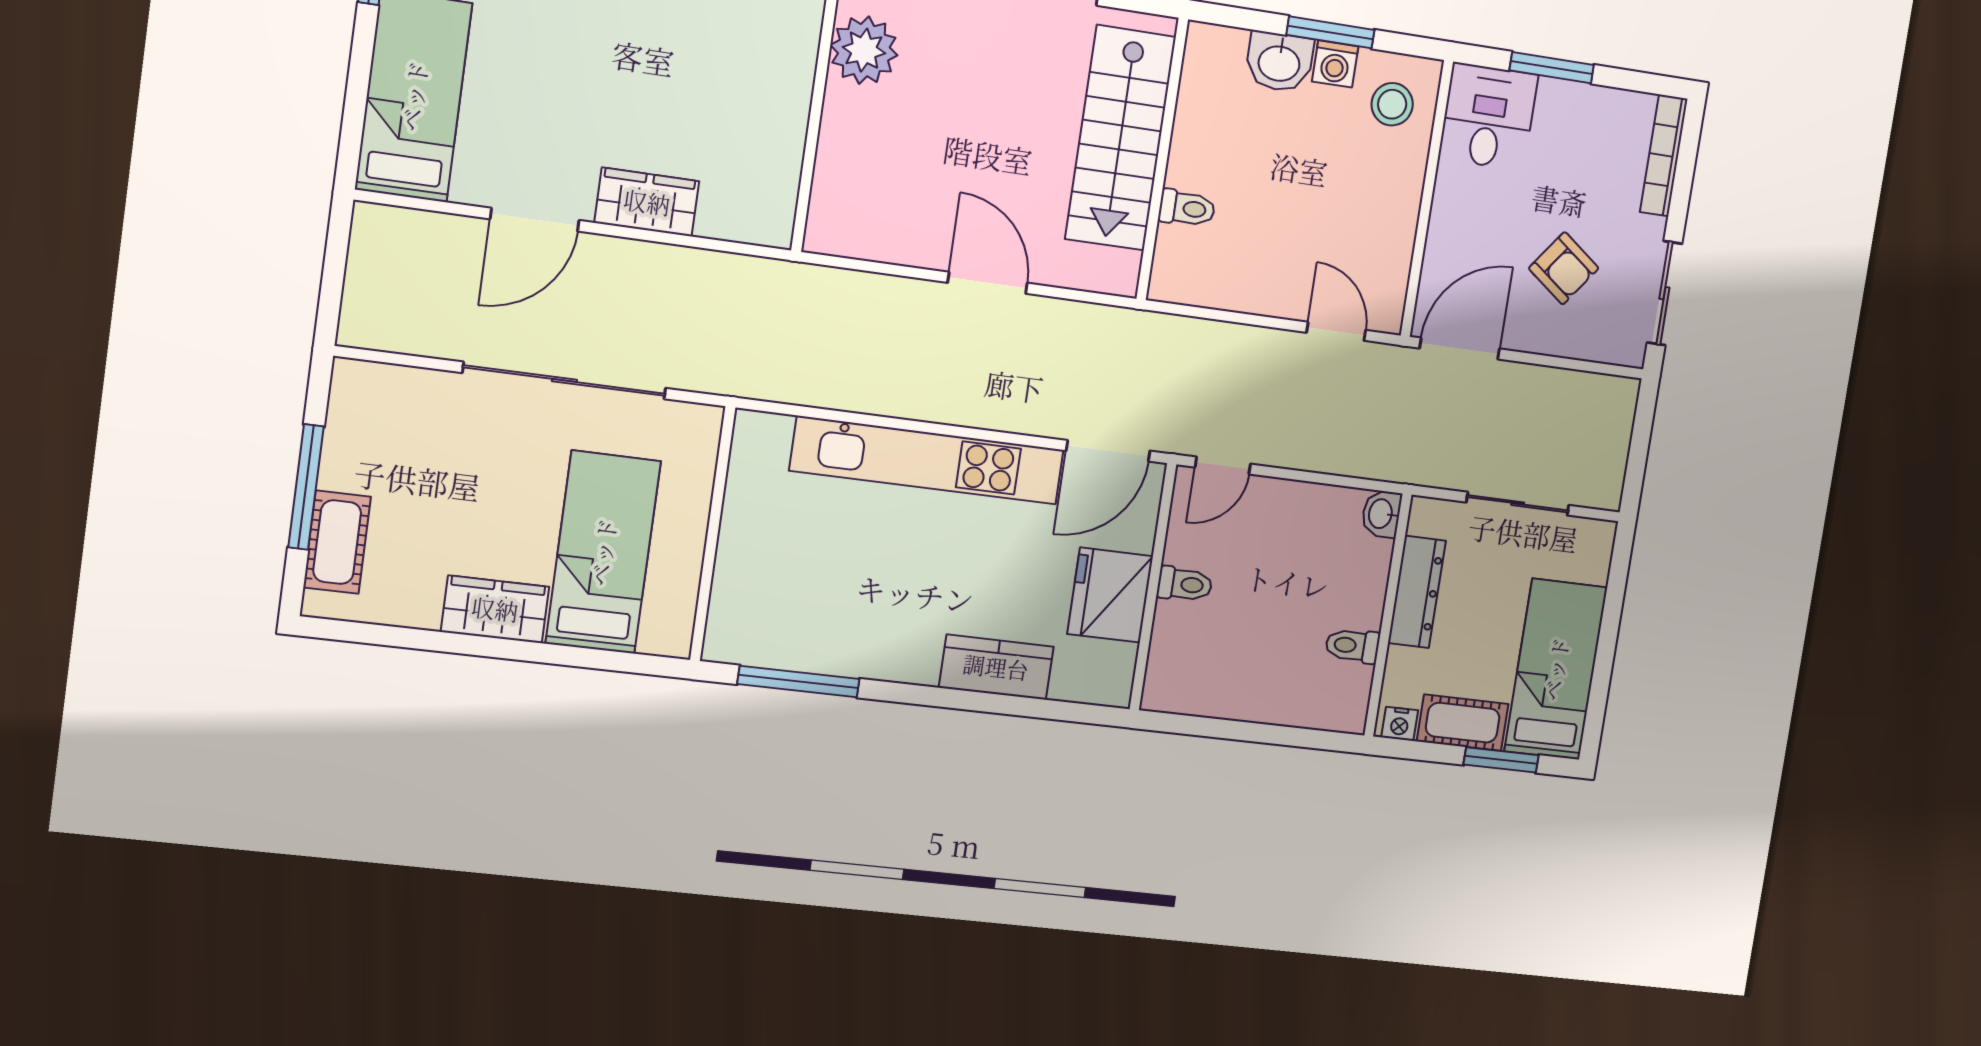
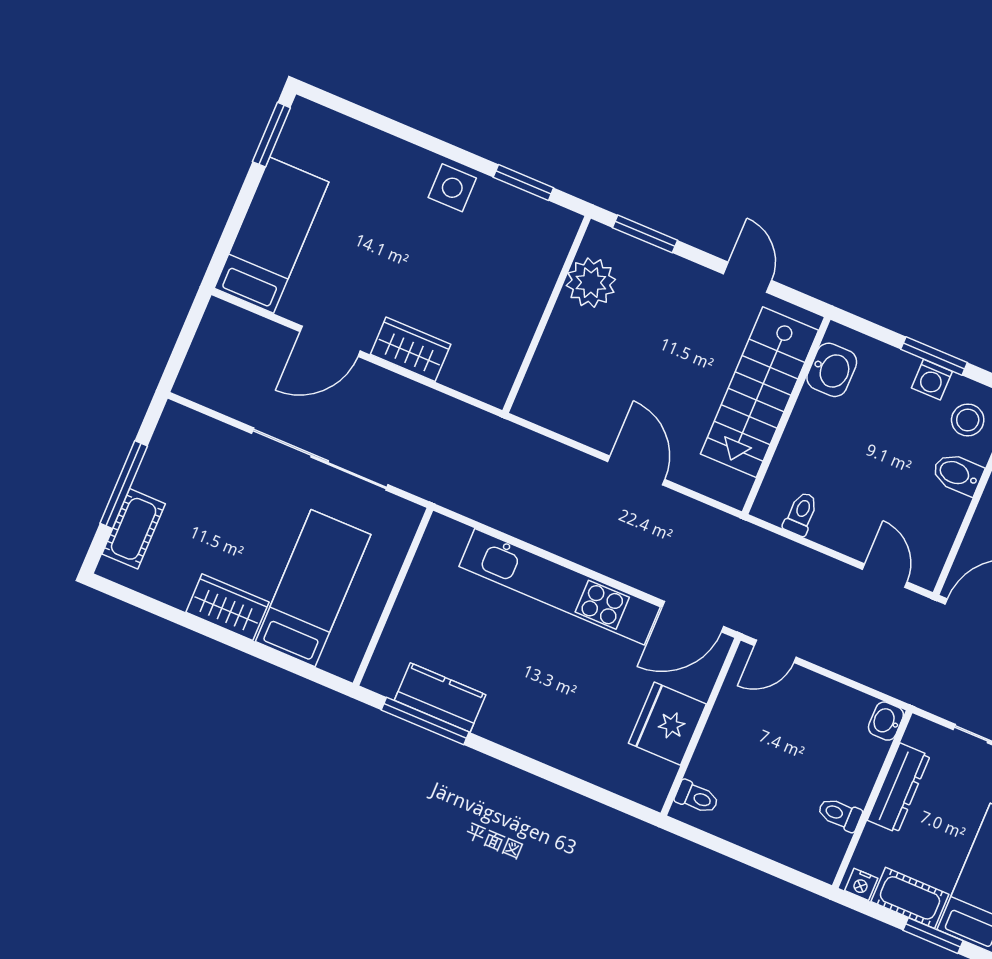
washbasin: (1279, 62) -> (832, 370), moved, turned -90
bidet: (1396, 177) -> (957, 474), added
toilet: (1187, 208) -> (801, 514), moved, turned -90
toilet: (1185, 584) -> (697, 797), moved
kitchen counter: (996, 667) -> (440, 697), moved

